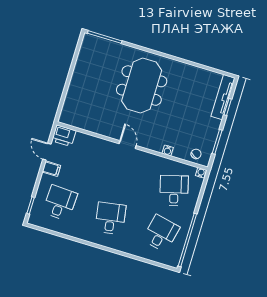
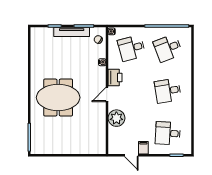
tv unit: (223, 97) -> (72, 32), moved
printer: (64, 136) -> (115, 78), moved
plant: (96, 147) -> (116, 118), added
door: (47, 152) -> (131, 155), hinge flipped
desk: (161, 233) -> (168, 48), turned -33

